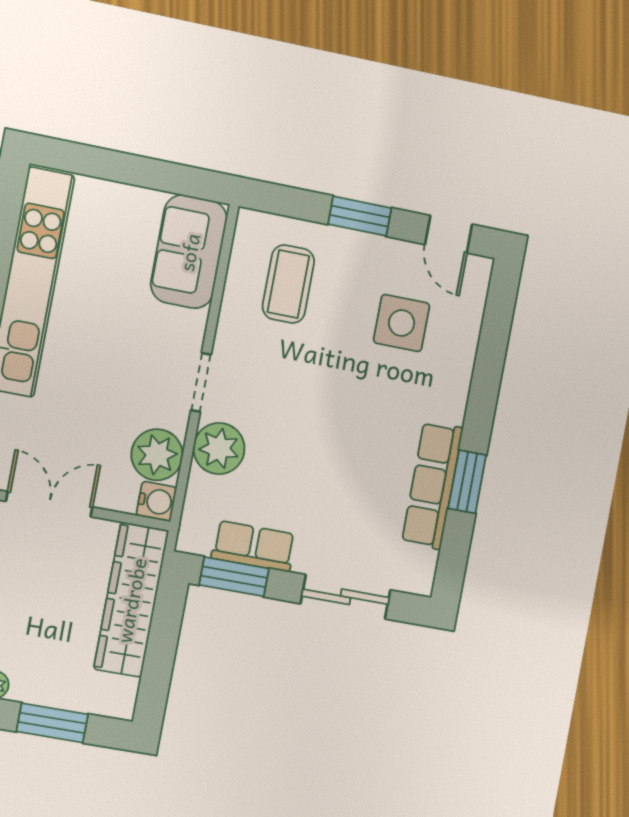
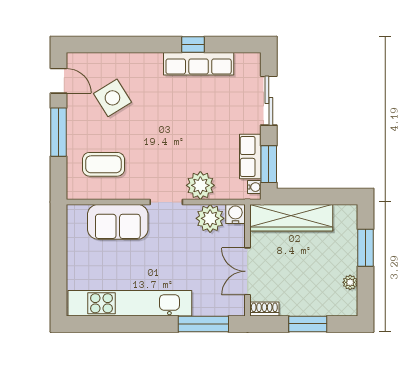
window: (360, 216) -> (59, 132), width x1.44
door: (449, 234) -> (59, 81), hinge flipped
sofa: (189, 252) -> (118, 222), moved
side table: (402, 323) -> (112, 98), turned -32
window: (467, 482) -> (193, 45), width x0.67
water cooler: (198, 544) -> (254, 187), added

